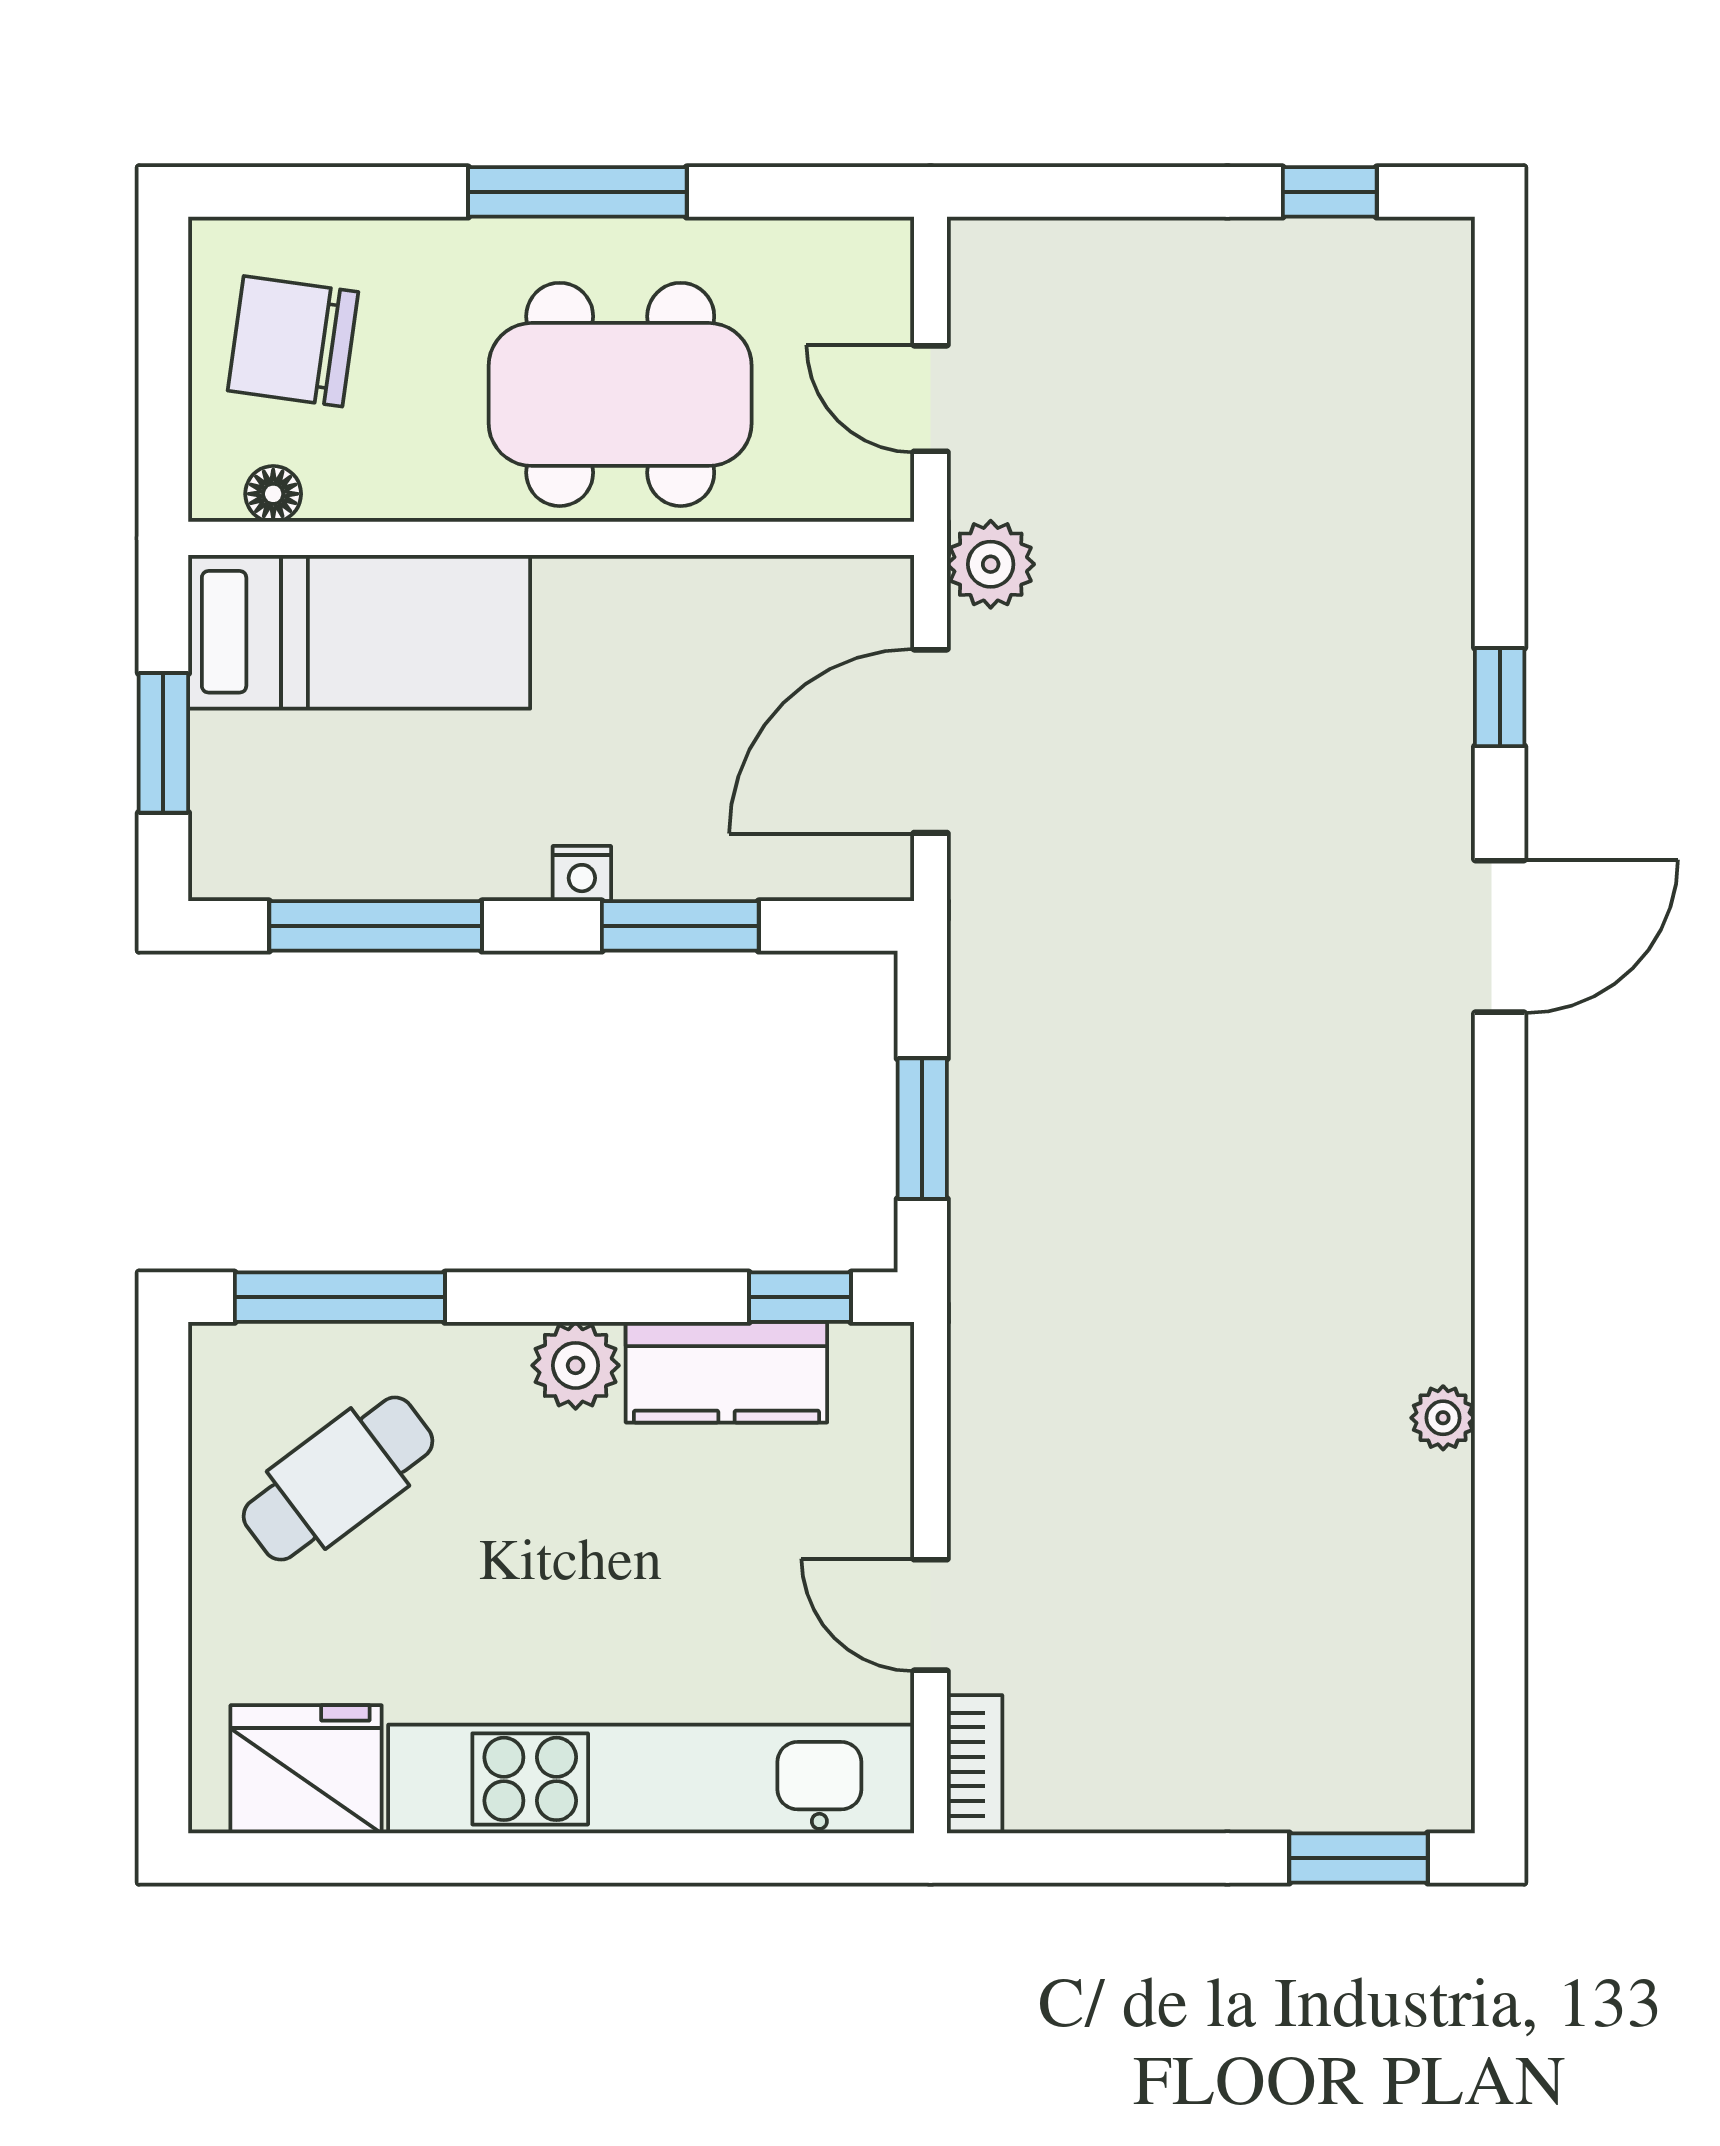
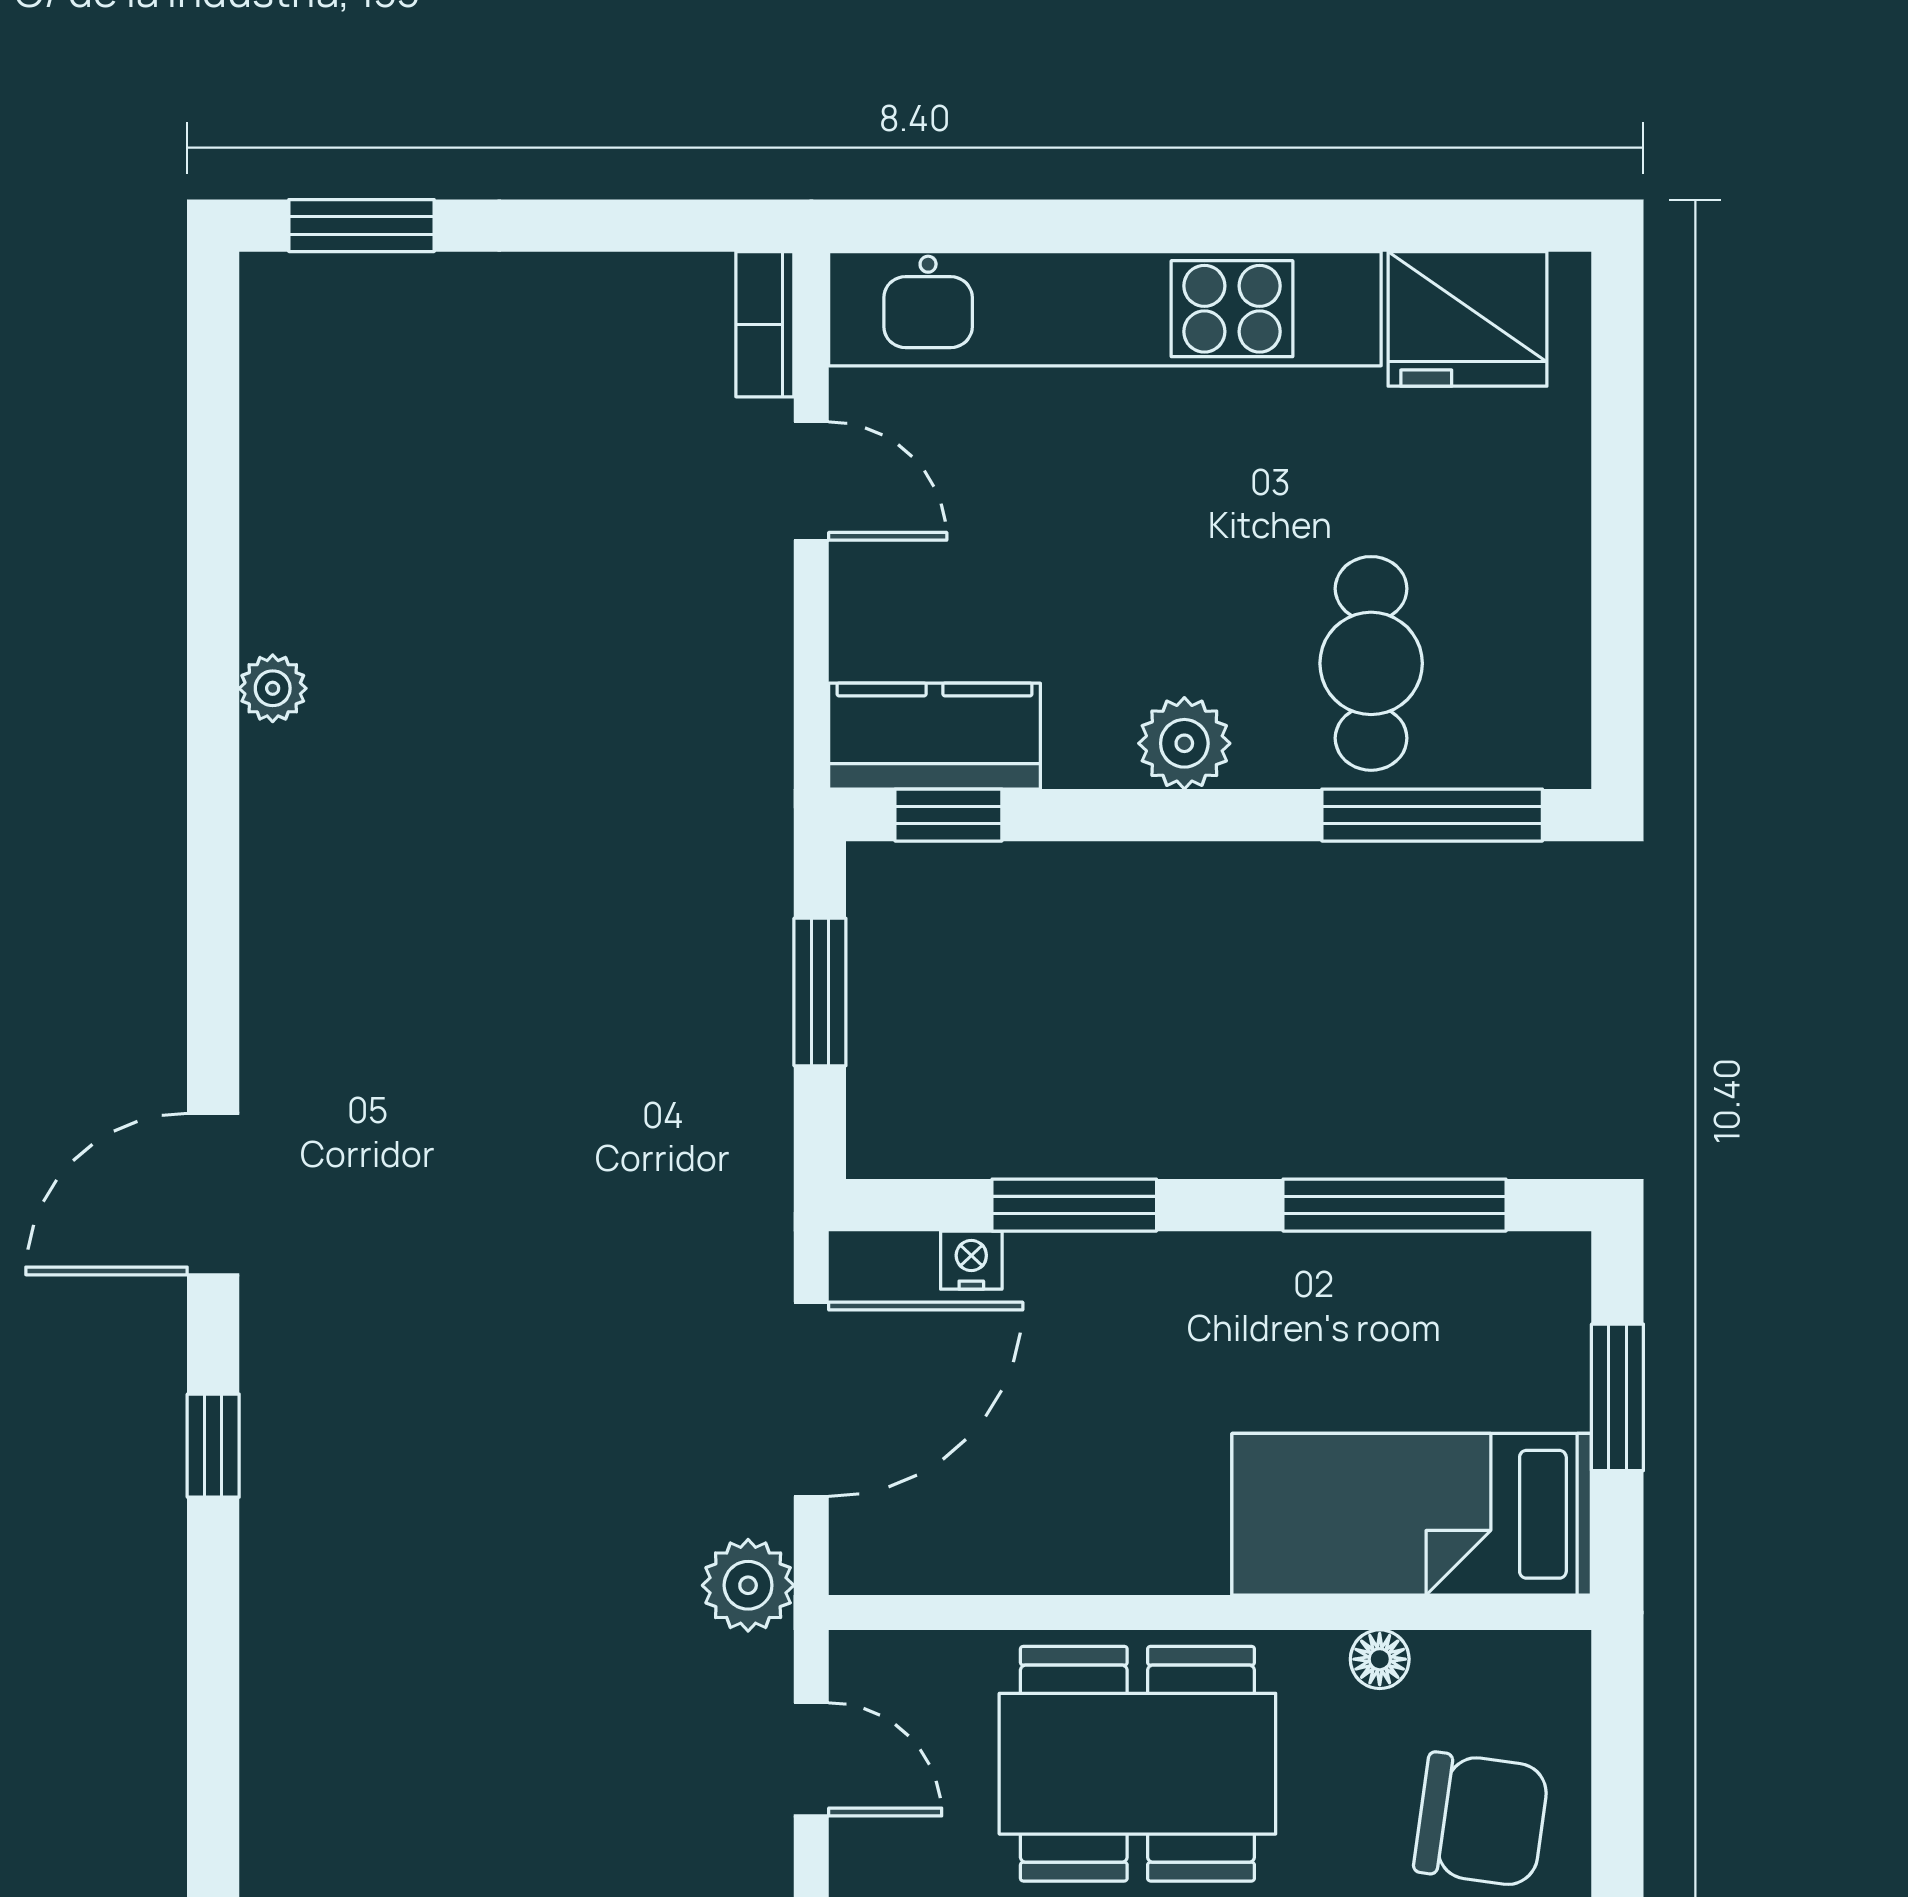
floor lamp: (273, 494) -> (1380, 1659), moved
nightstand: (582, 874) -> (971, 1260), moved
kitchen counter: (726, 1372) -> (935, 736), moved
cafe table: (338, 1479) -> (1371, 663), moved, turned -53

